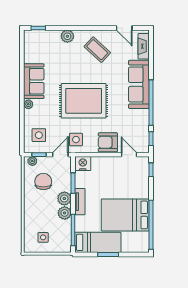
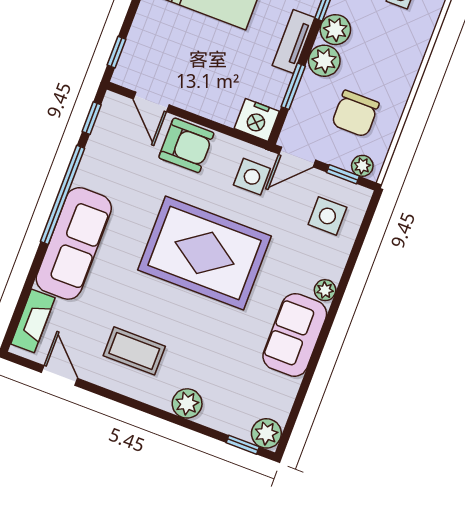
plant: (30, 36) -> (266, 433), added
coffee table: (97, 50) -> (134, 351), turned -43

